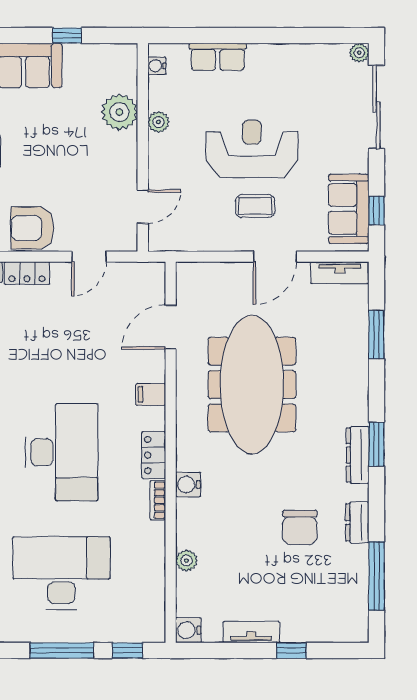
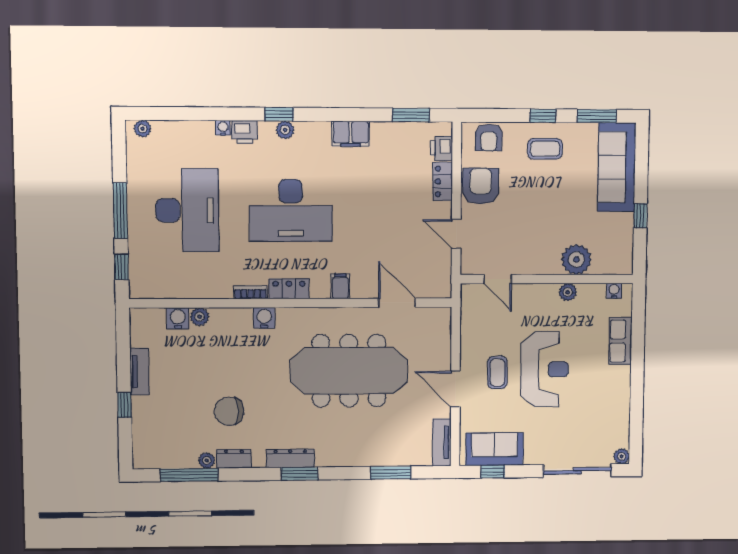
plant: (359, 555) -> (207, 460), added
water cooler: (188, 630) -> (178, 318), moved

